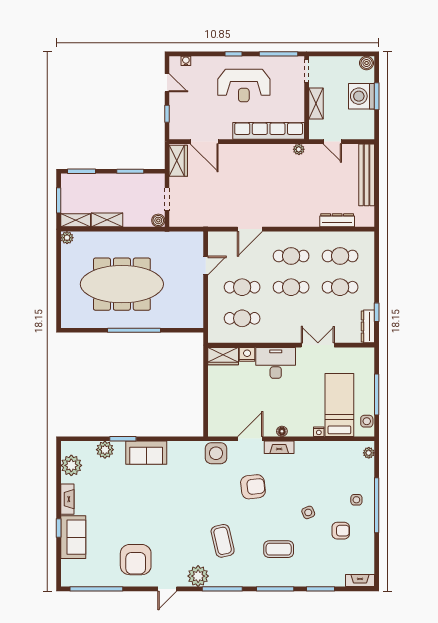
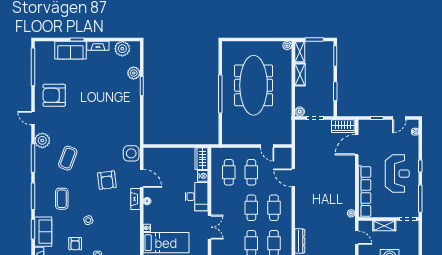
reception desk: (244, 86) -> (397, 174), turned 180
door: (332, 142) -> (357, 238), swing flipped
sofa: (146, 453) -> (43, 232), moved, turned 180
coffee table: (223, 541) -> (68, 158), turned -57

